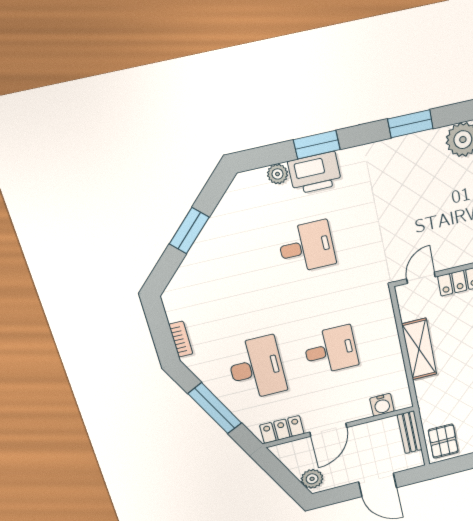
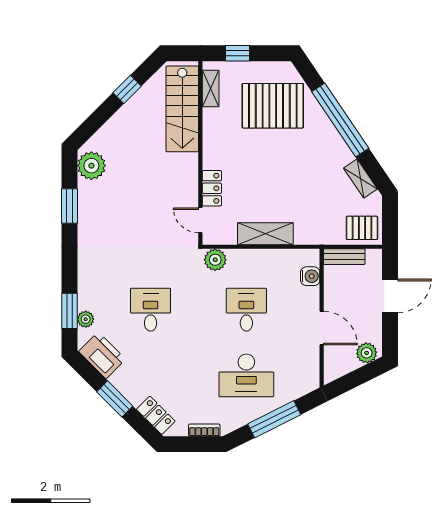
window: (317, 145) -> (69, 311), moved
printer: (315, 173) -> (102, 355), moved, turned -45
plant: (380, 304) -> (215, 260), added
desk: (257, 368) -> (246, 375), turned 180
locker: (282, 429) -> (156, 415), moved, turned 135

